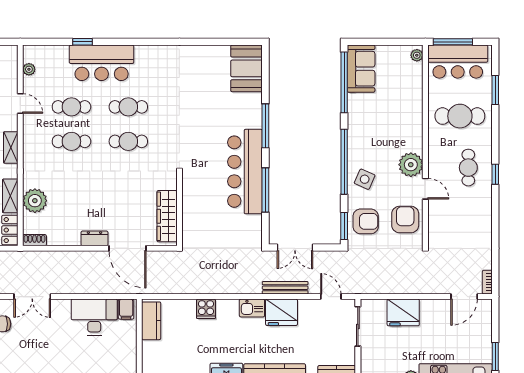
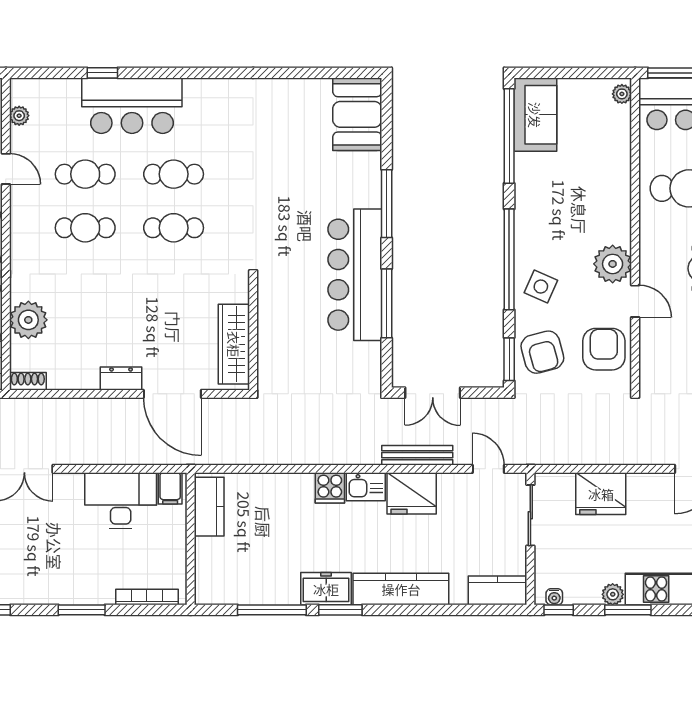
armchair: (366, 221) -> (542, 352), turned 75
cooker: (206, 309) -> (330, 488), moved

